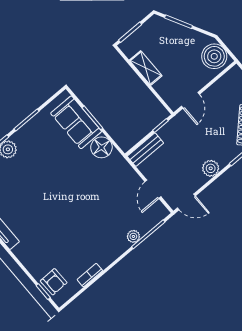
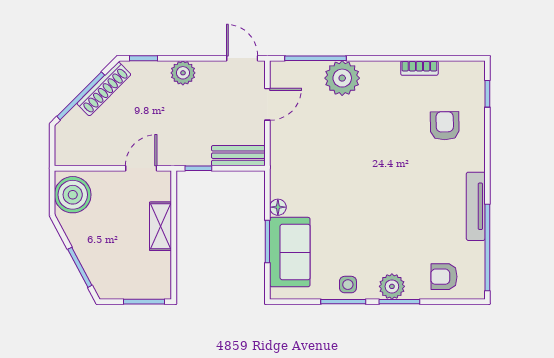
shelving: (146, 68) -> (160, 226), moved
side table: (32, 131) -> (348, 285), added
floor lamp: (101, 147) -> (278, 207), width x0.53, depth x0.53
plant: (133, 236) -> (342, 78), width x1.88, depth x1.88
armchair: (54, 282) -> (445, 126), moved

